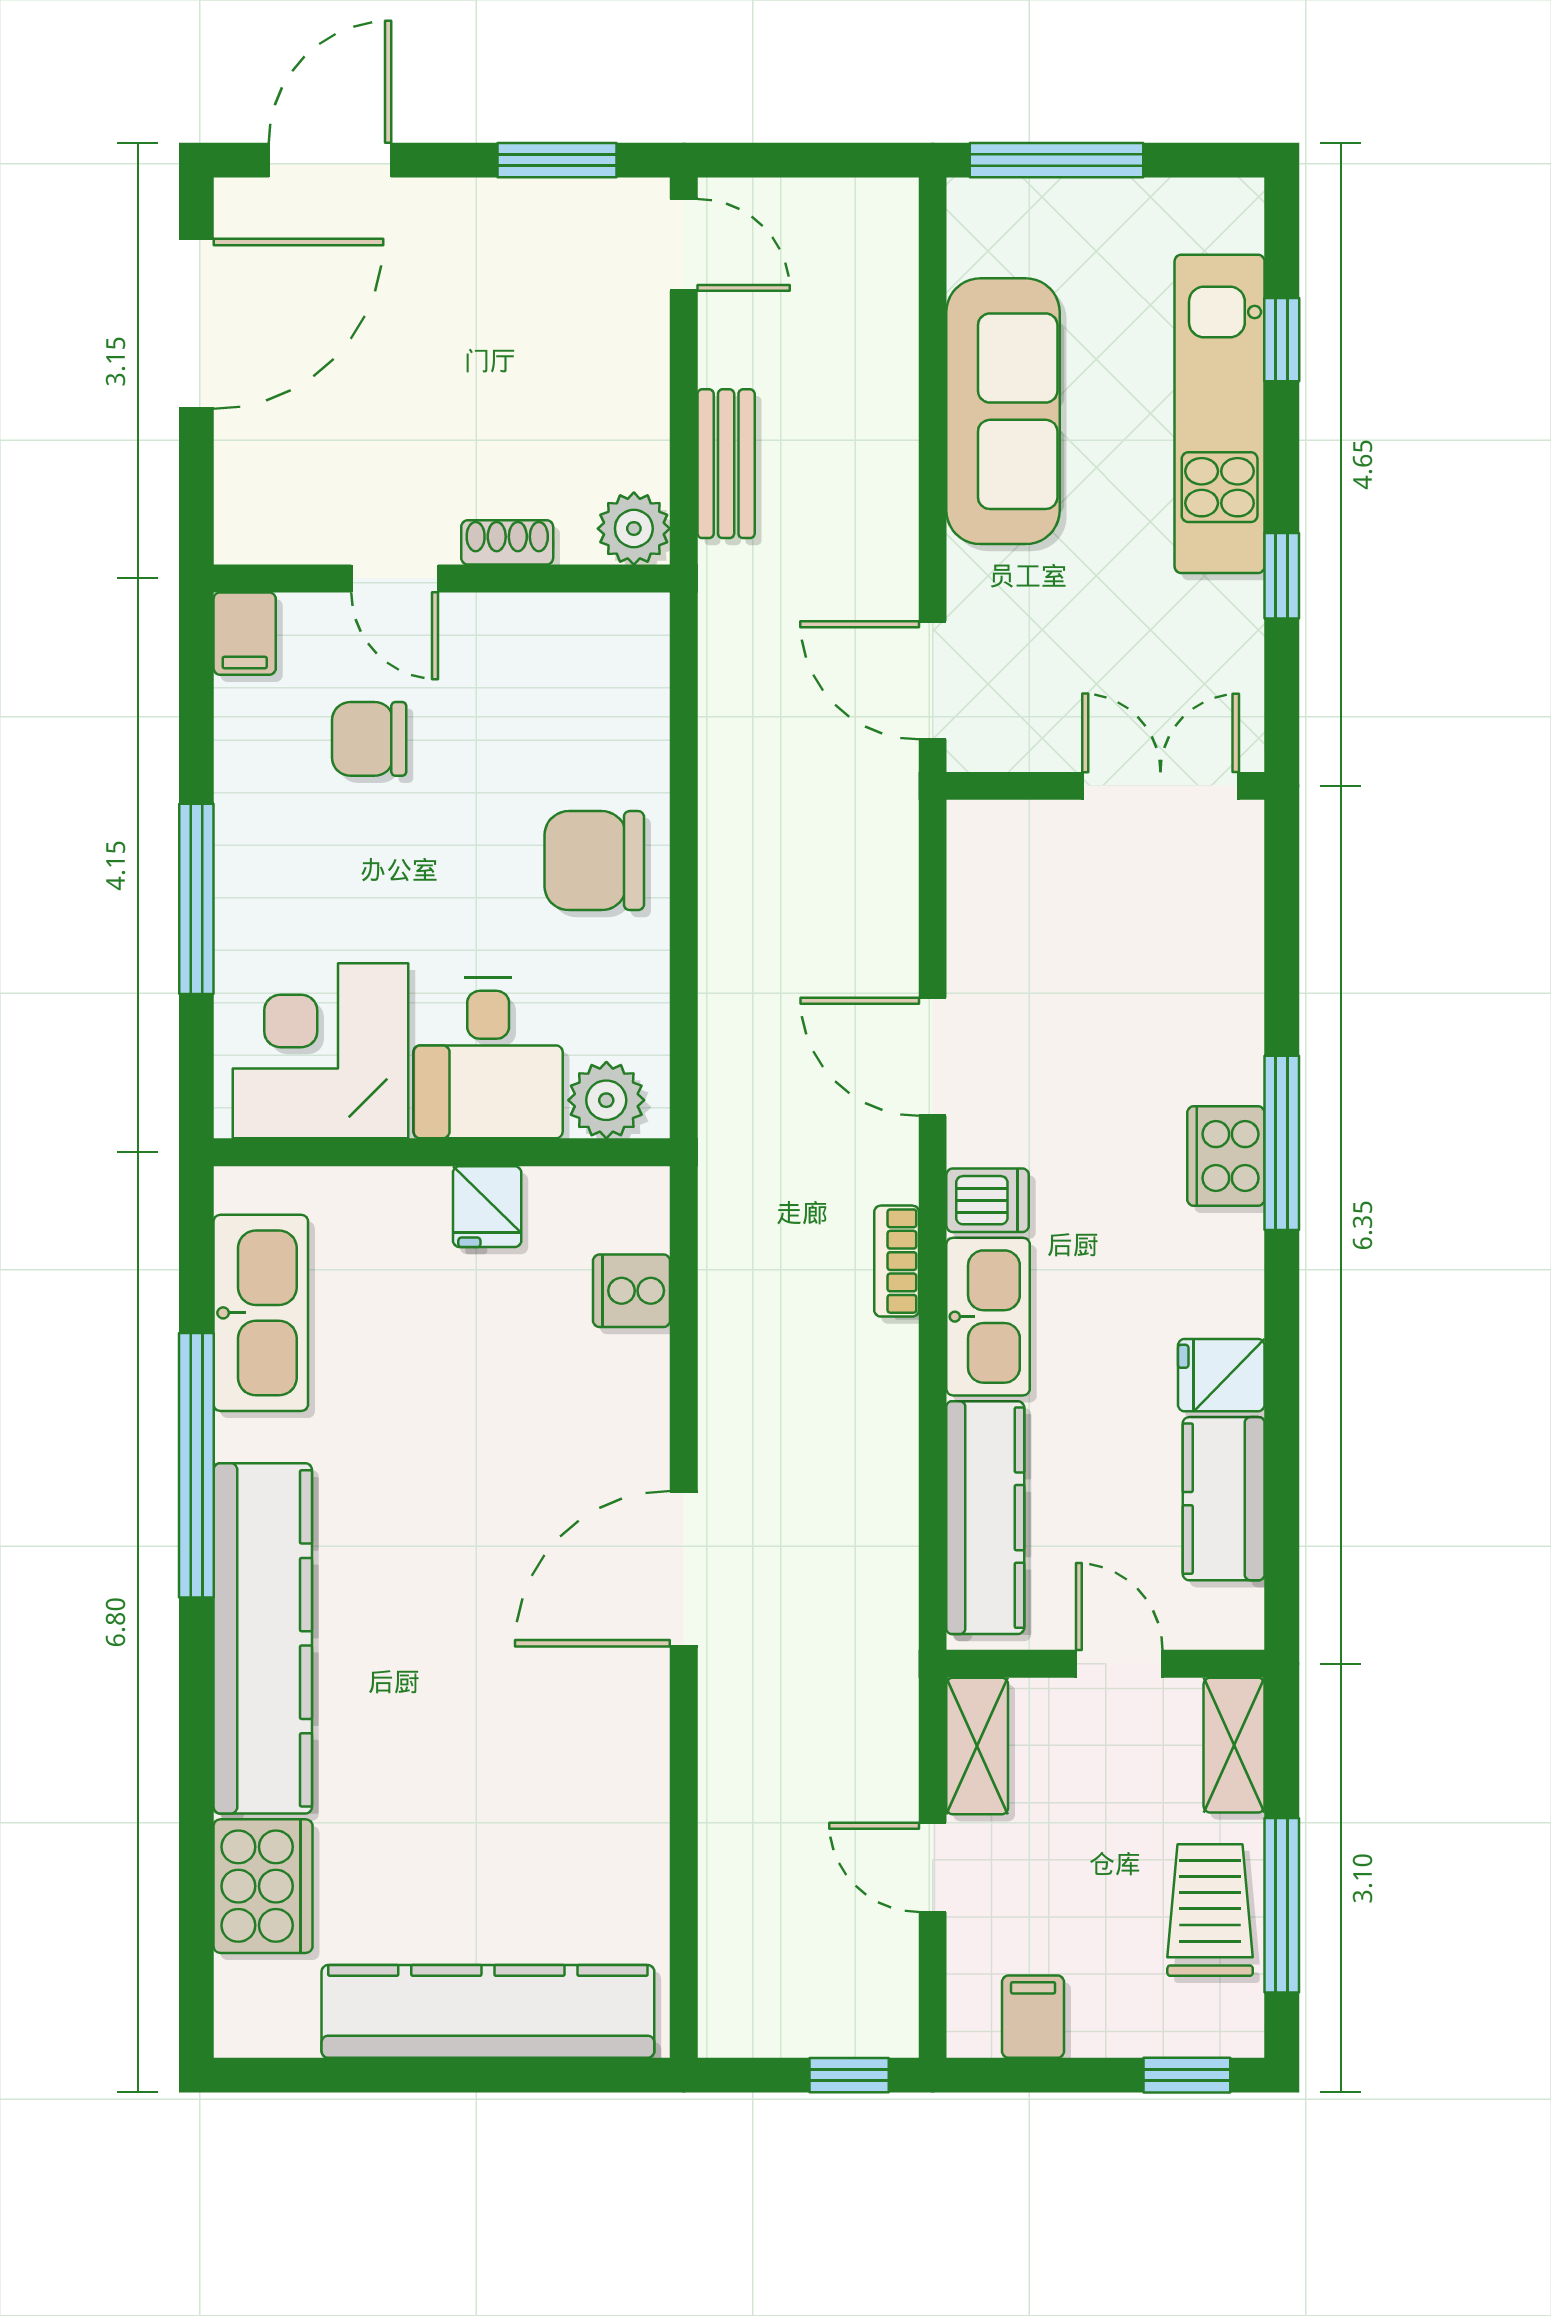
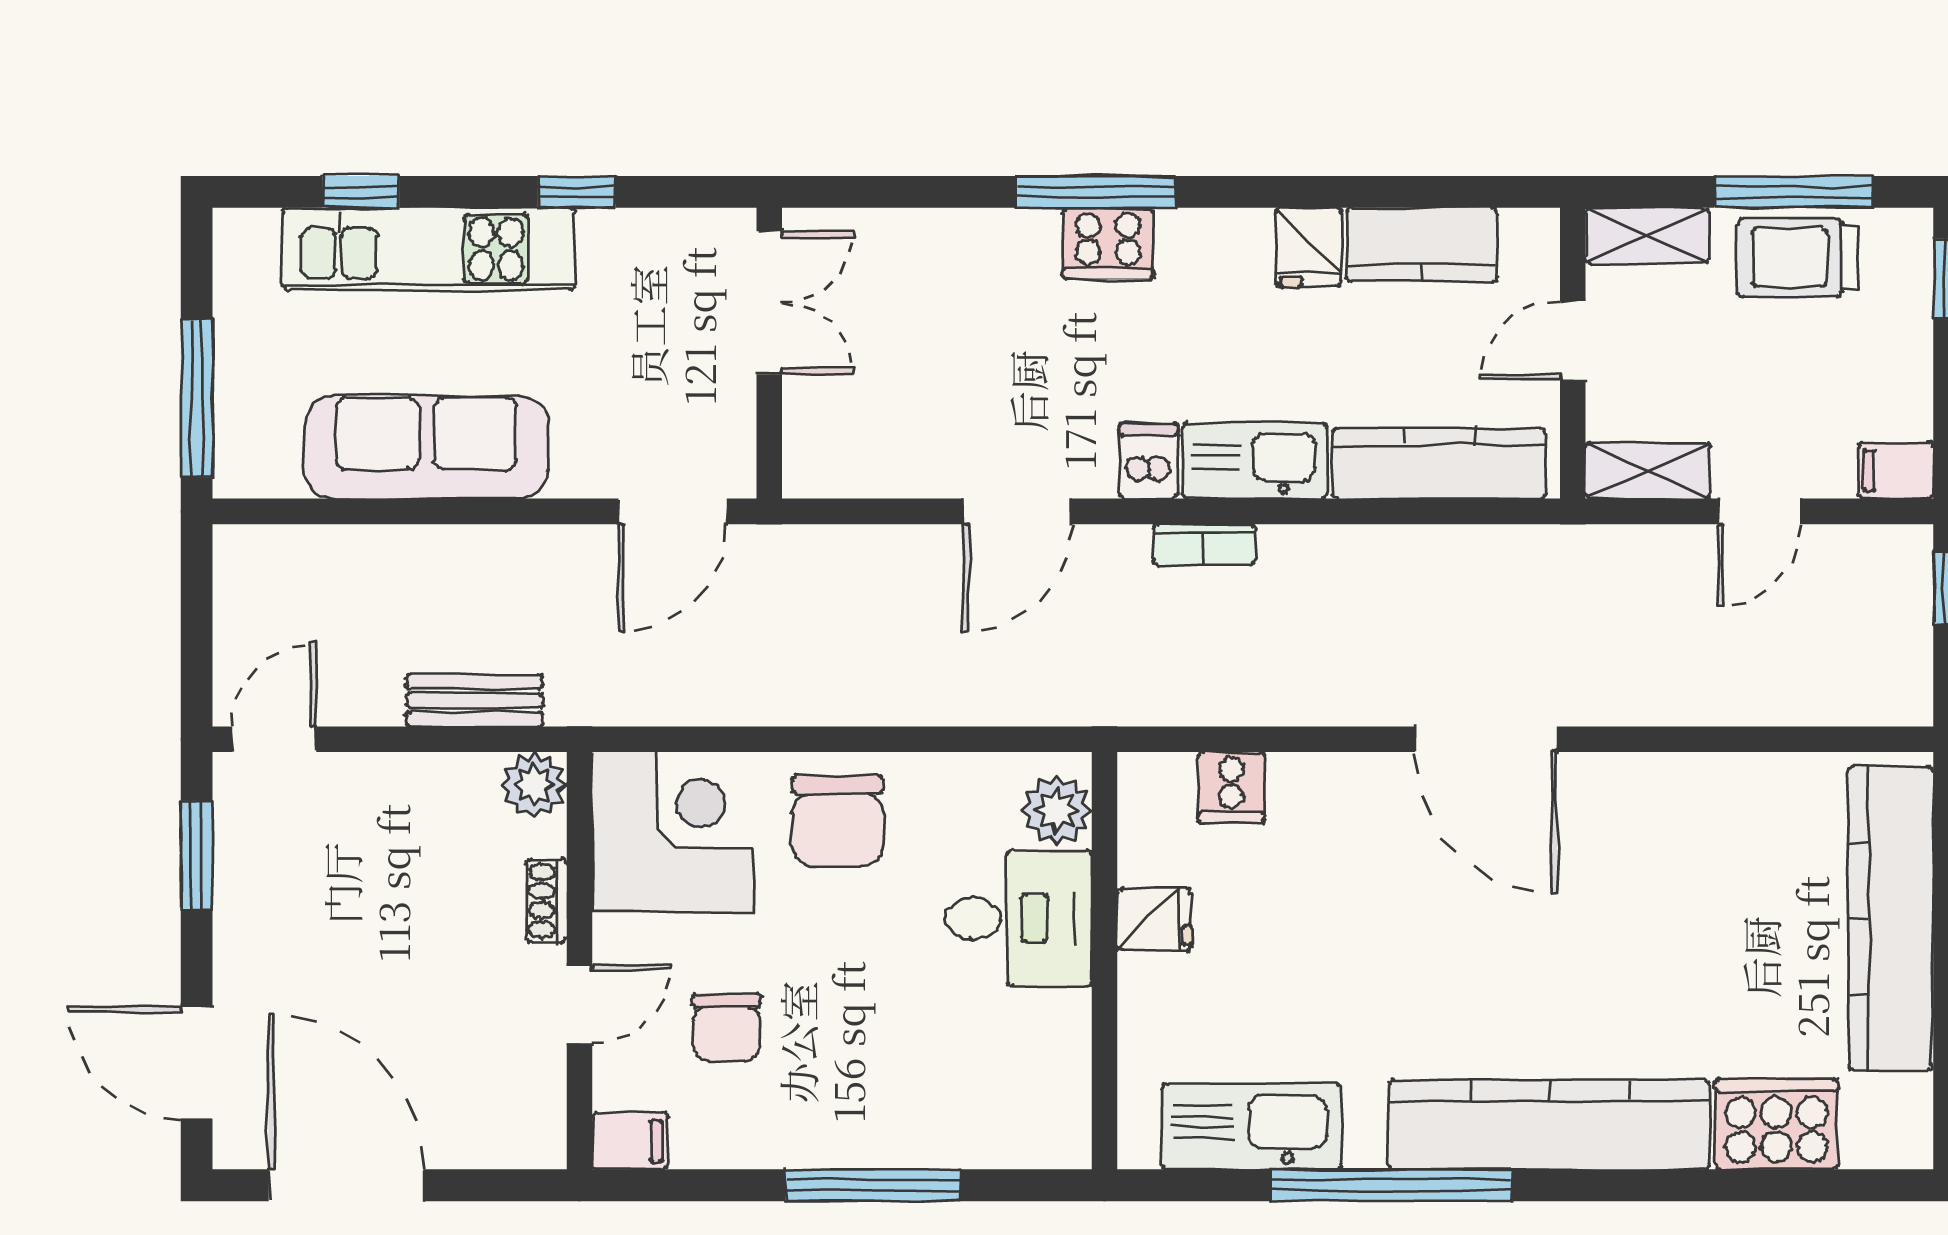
double door: (1161, 786) -> (769, 303), swing flipped
corner desk: (321, 1051) -> (672, 832), moved, turned 180
filing cabinet: (1033, 2017) -> (1896, 470), moved

